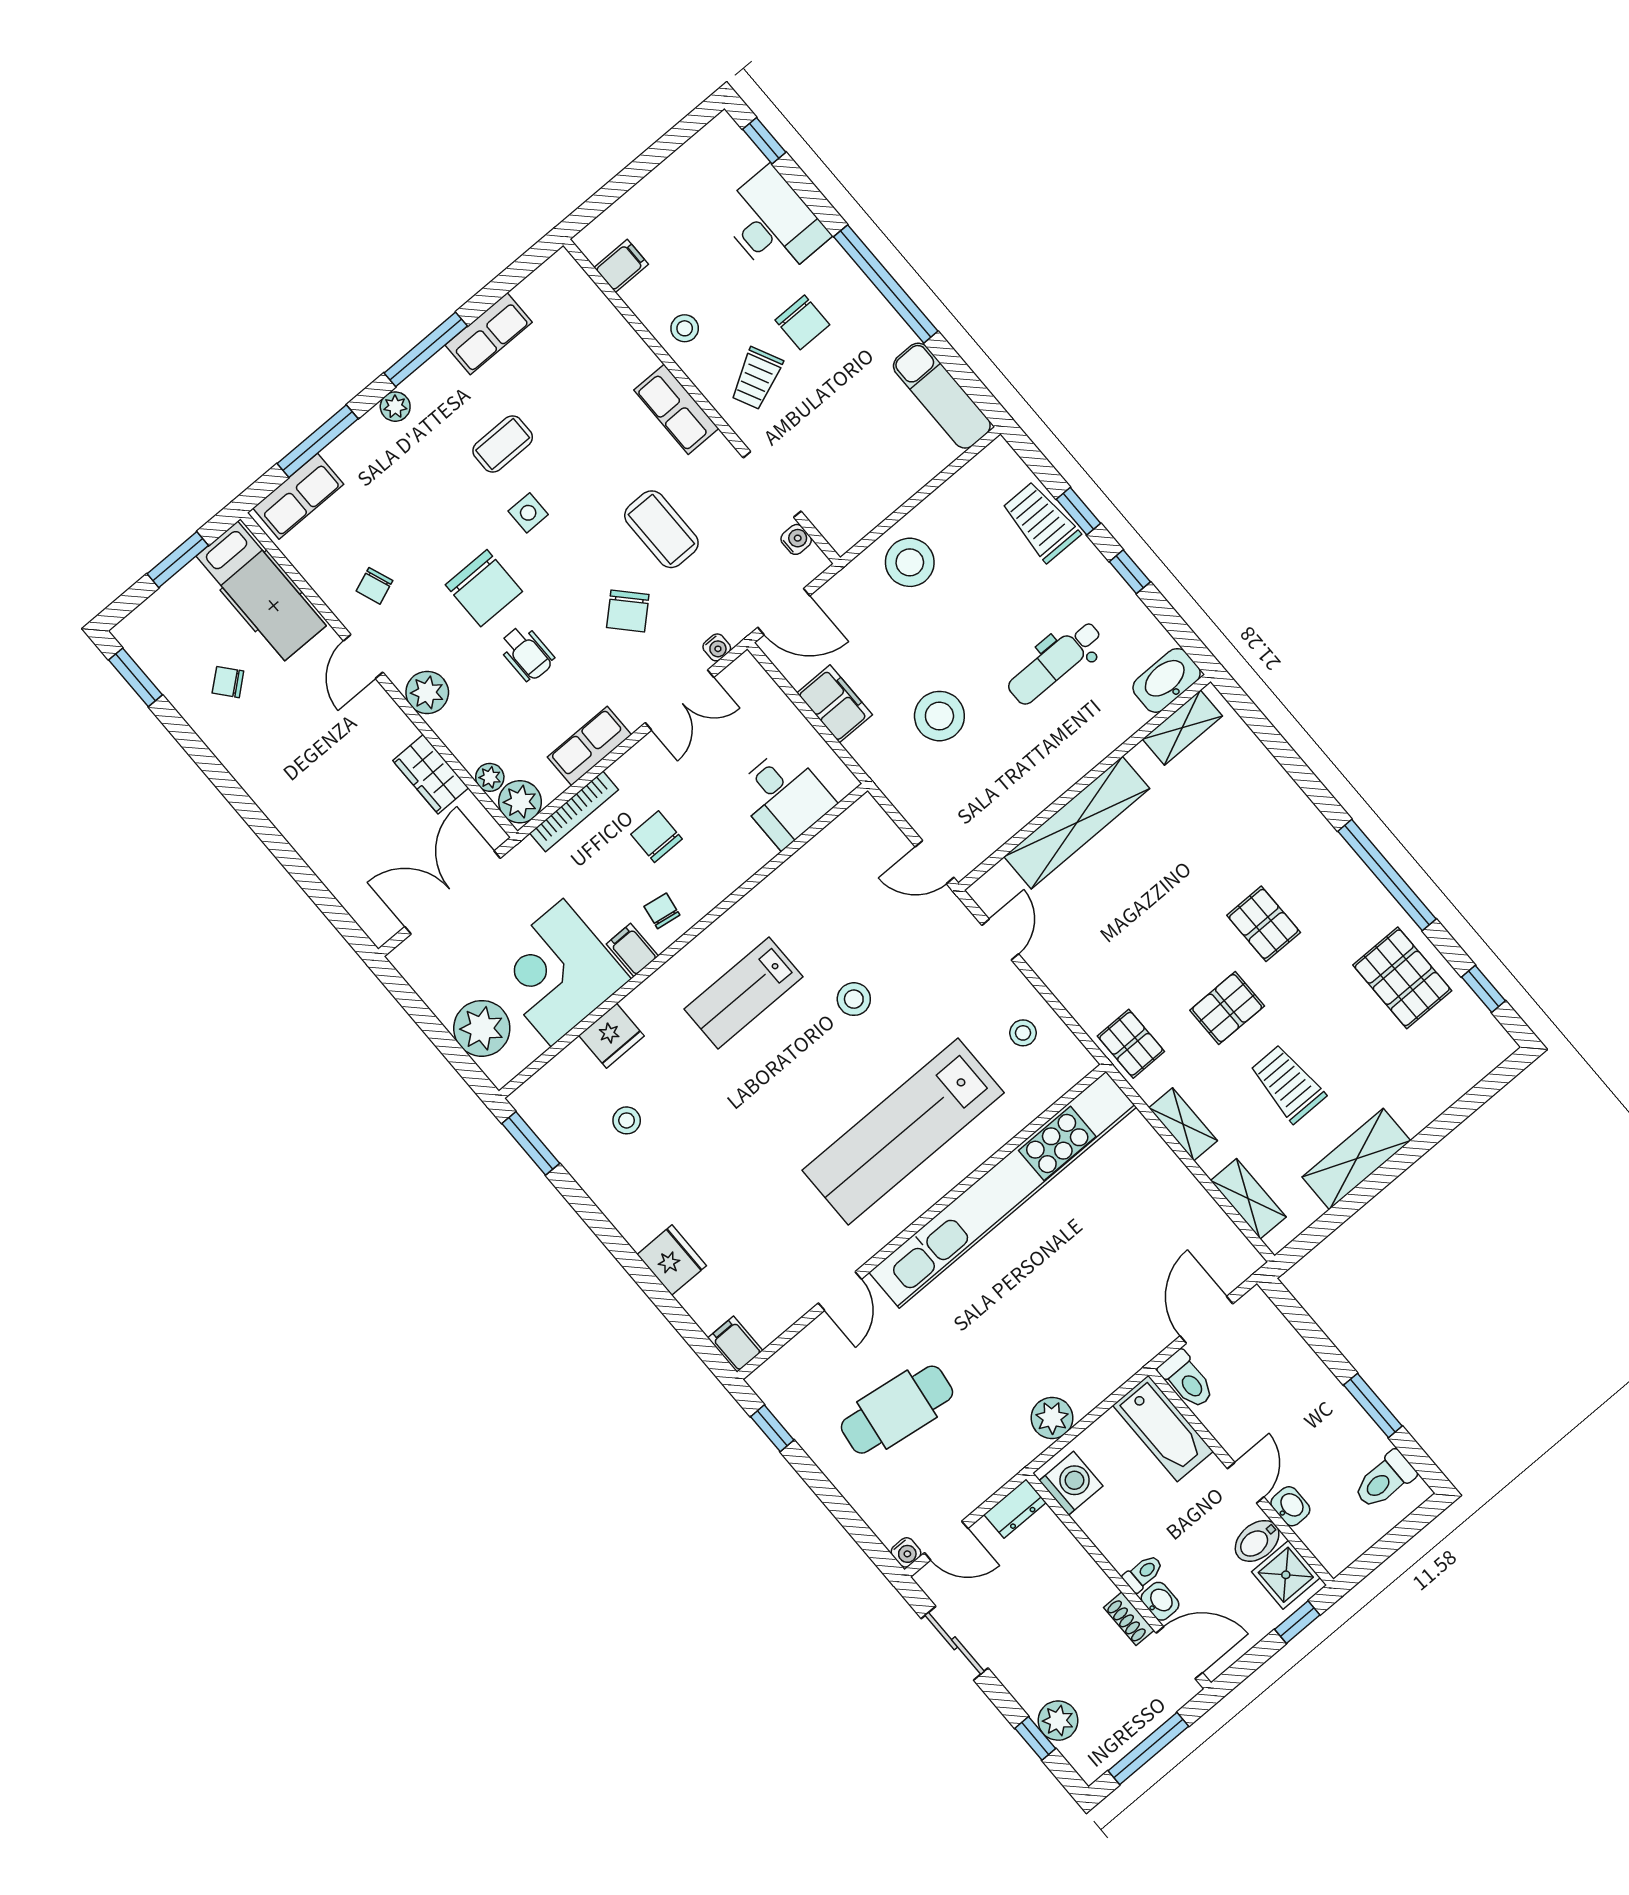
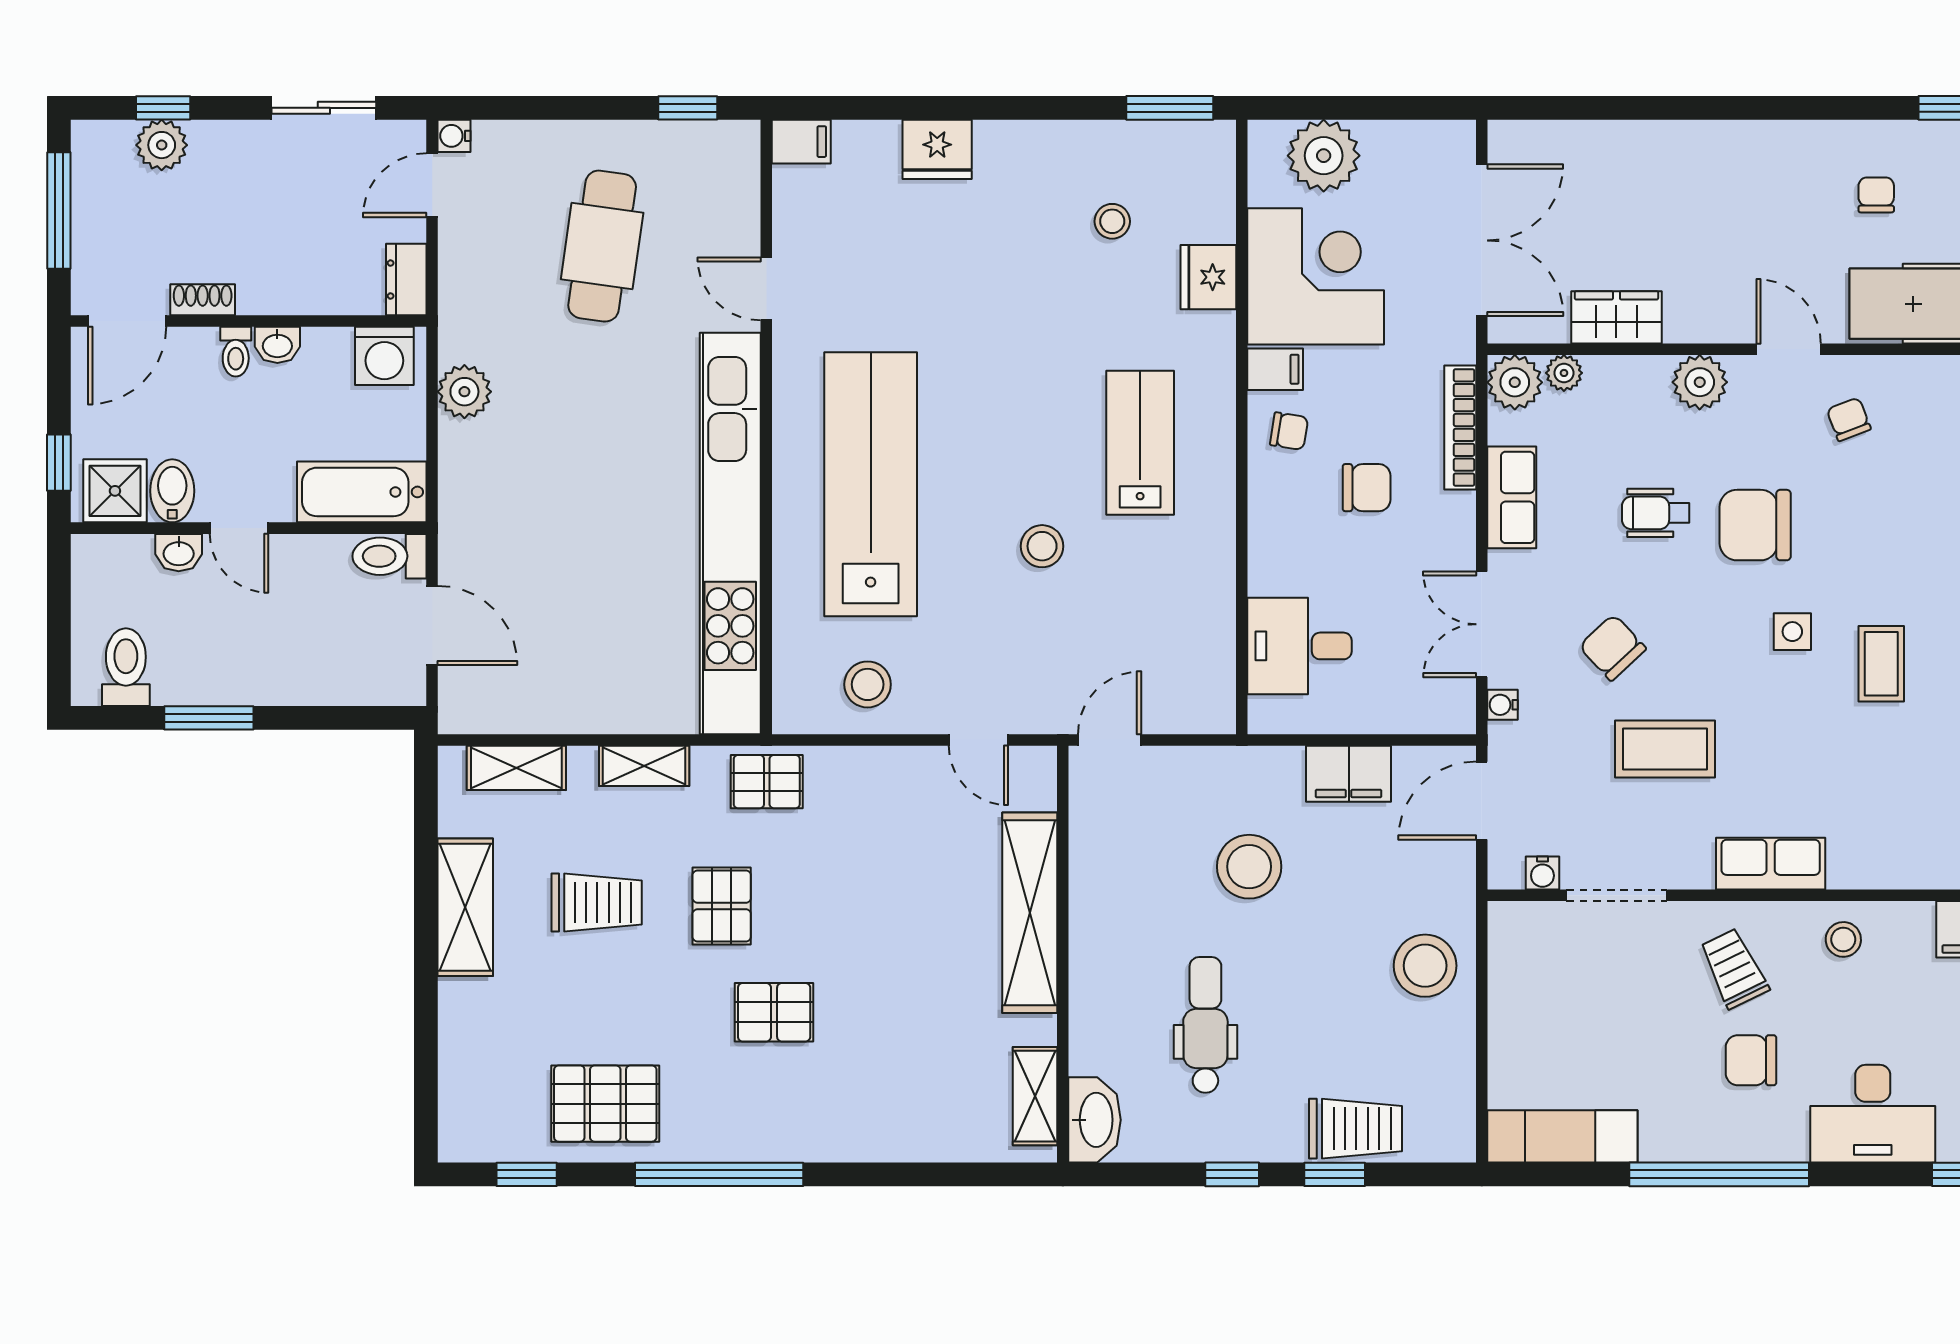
chair: (228, 682) -> (1876, 195), turned -50
stool: (1023, 1033) -> (868, 684), width x1.37, depth x1.37
washbasin: (1160, 1601) -> (277, 345), moved

